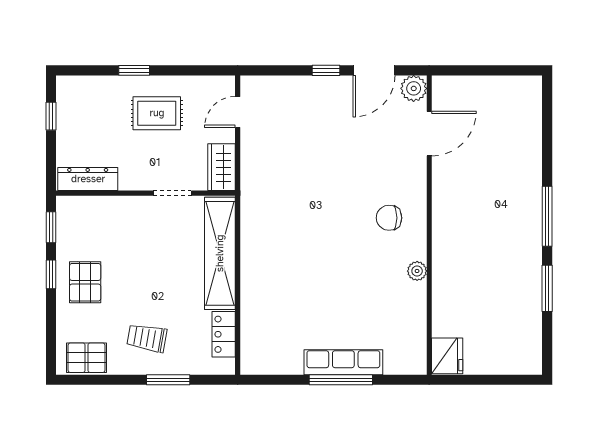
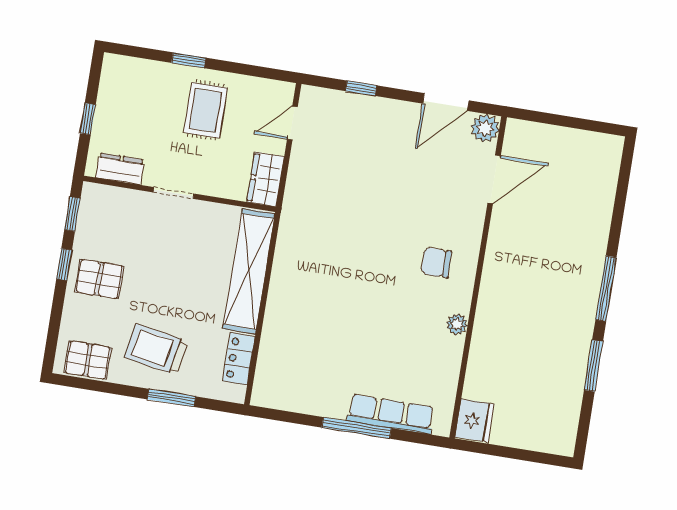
window: (326, 70) -> (361, 88), moved
rug: (157, 113) -> (205, 110), turned 90
window: (51, 116) -> (88, 119), moved
dresser: (88, 179) -> (120, 169), width x0.70
doorway: (172, 193) -> (174, 193), moved
pallet: (85, 282) -> (99, 279), turned 90
trolley: (147, 338) -> (156, 349), width x1.36, depth x1.39
row of seats: (343, 362) -> (391, 414), moved

